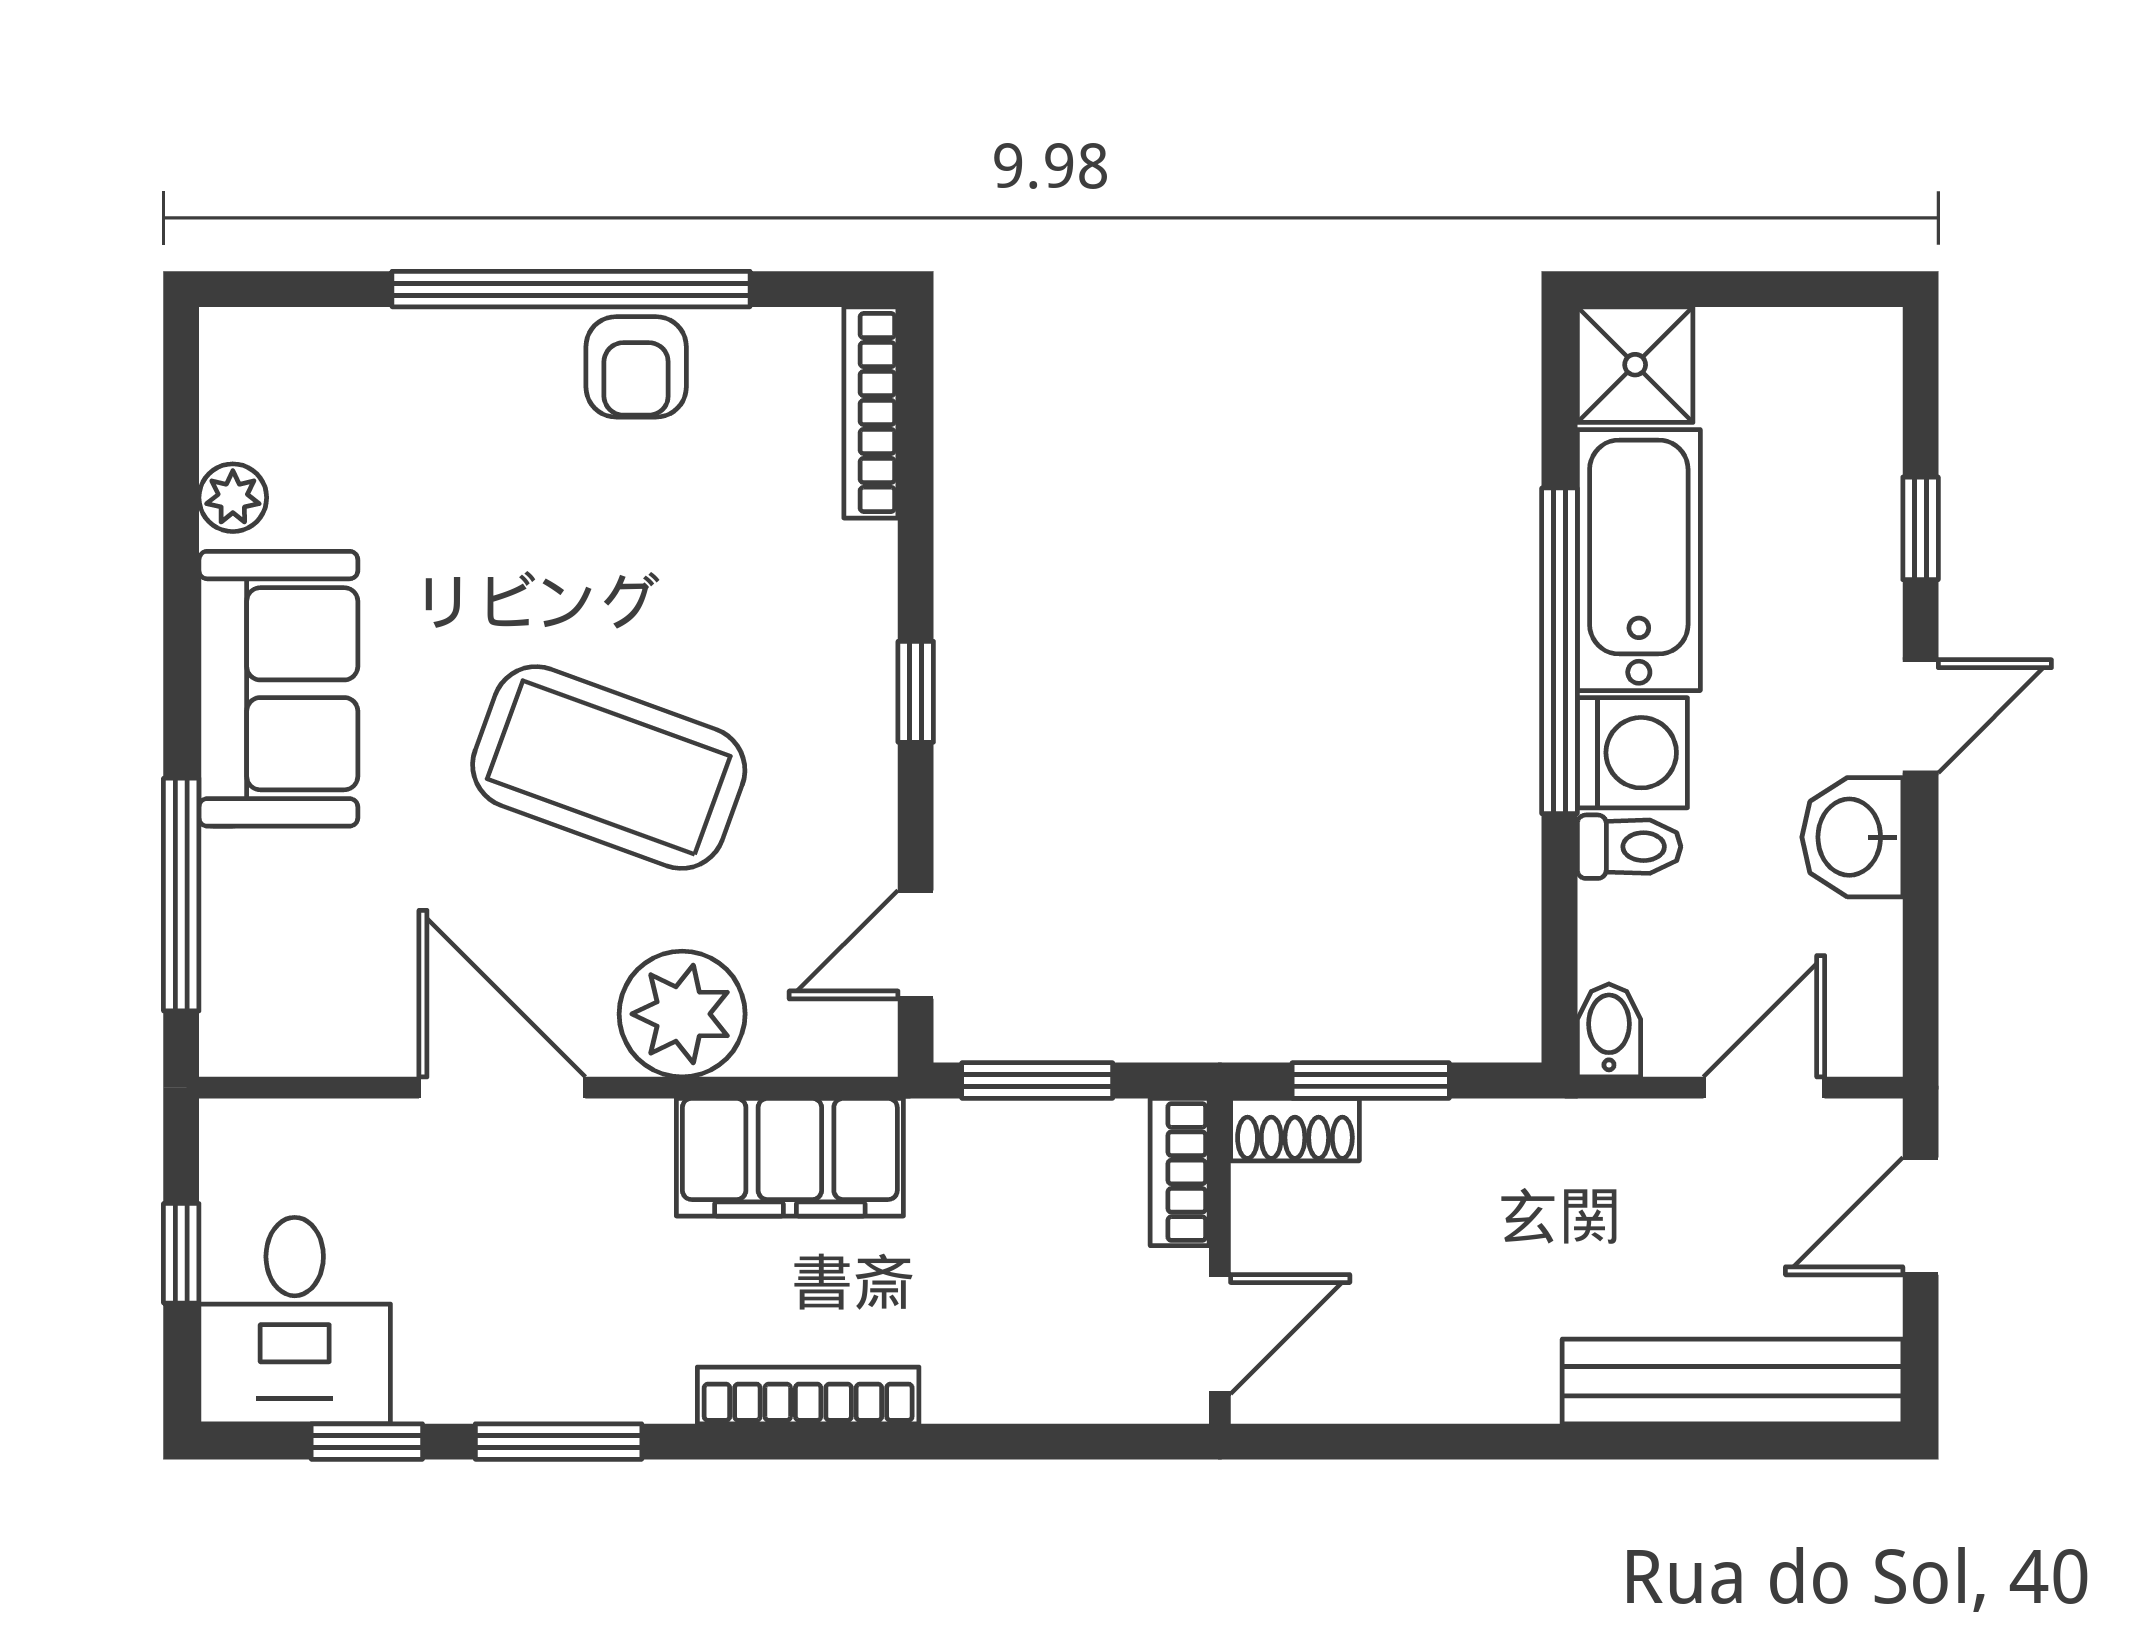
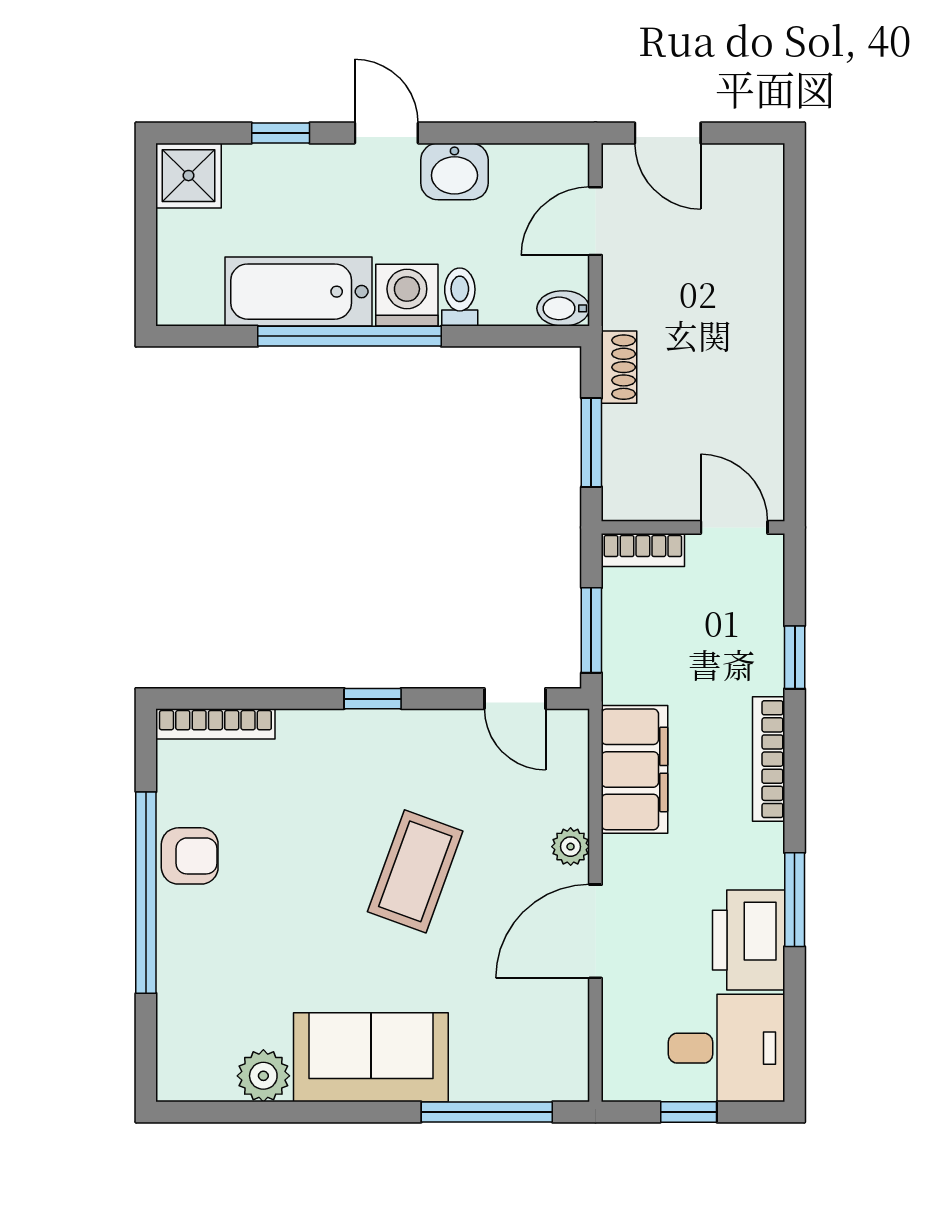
shower: (1635, 365) -> (188, 176), moved
plant: (233, 498) -> (263, 1076), width x1.38, depth x1.38
coffee table: (609, 768) -> (415, 871), width x0.73, depth x0.76
plant: (682, 1014) -> (571, 847), width x0.53, depth x0.53
door: (1764, 1088) -> (595, 221), hinge flipped
shoe rack: (1295, 1130) -> (619, 367), moved
printer: (487, 1360) -> (749, 940), added
bench: (1732, 1381) -> (761, 239), removed
window: (367, 1442) -> (795, 657), moved

